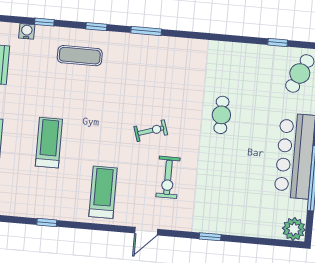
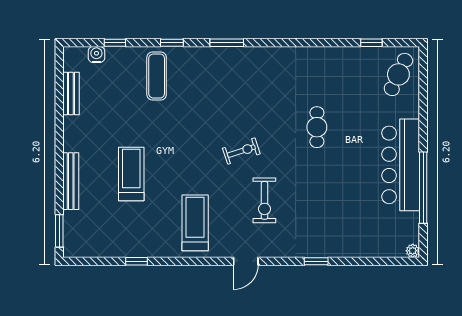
exercise mat: (80, 56) -> (157, 76), turned 90
plant: (294, 229) -> (413, 251), width x0.53, depth x0.53

